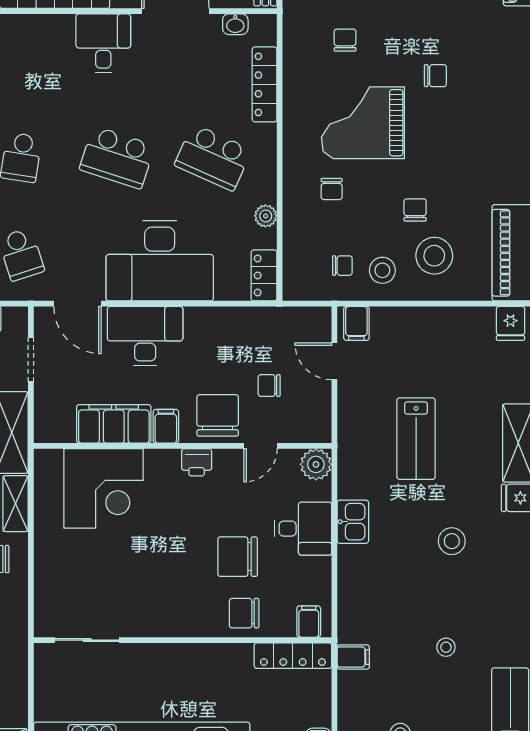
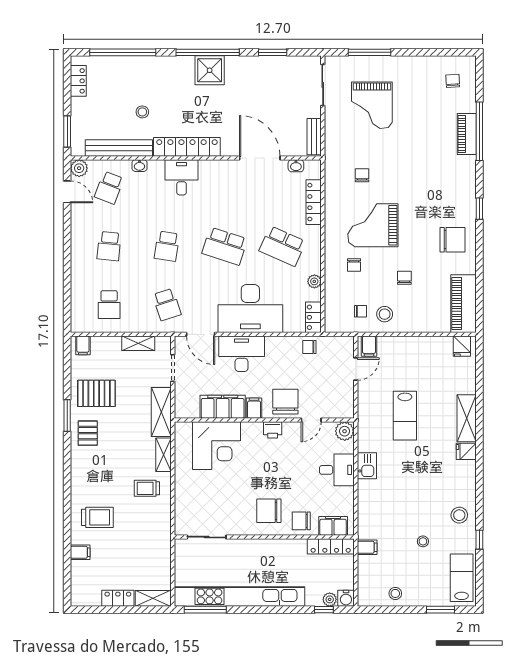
desk: (103, 43) -> (182, 177), moved
chair: (435, 76) -> (453, 240), moved, width x1.87, depth x1.87
stool: (434, 256) -> (416, 305), removed
door: (334, 361) -> (356, 369), swing flipped
chair: (269, 385) -> (309, 347), moved
stool: (452, 541) -> (459, 515), moved
chair: (238, 557) -> (269, 511), moved
filing cabinet: (309, 622) -> (333, 526), width x2.00

